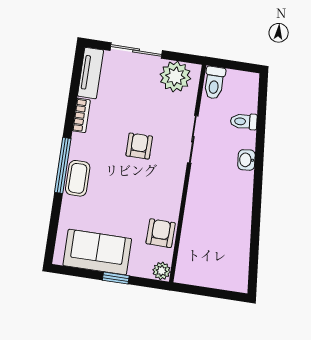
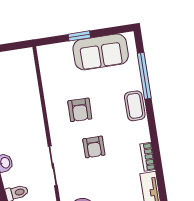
window: (63, 165) -> (144, 76), moved
armchair: (161, 233) -> (80, 110), moved
plant: (162, 271) -> (45, 53), removed

